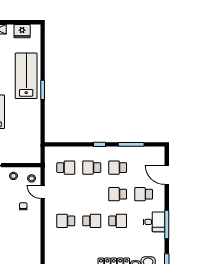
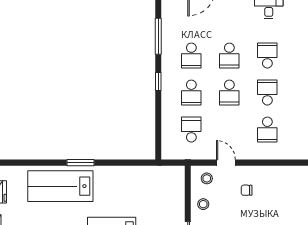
door: (43, 192) -> (226, 163), swing flipped
school desk: (144, 194) -> (229, 93), moved

